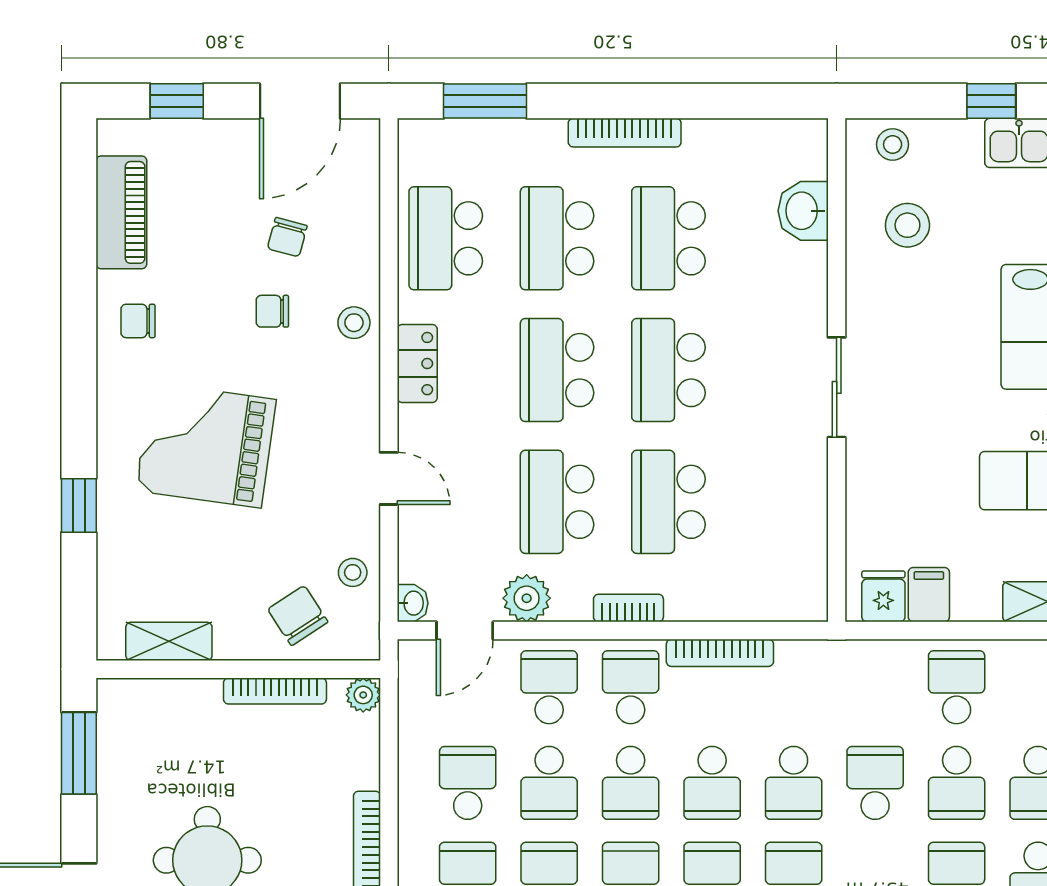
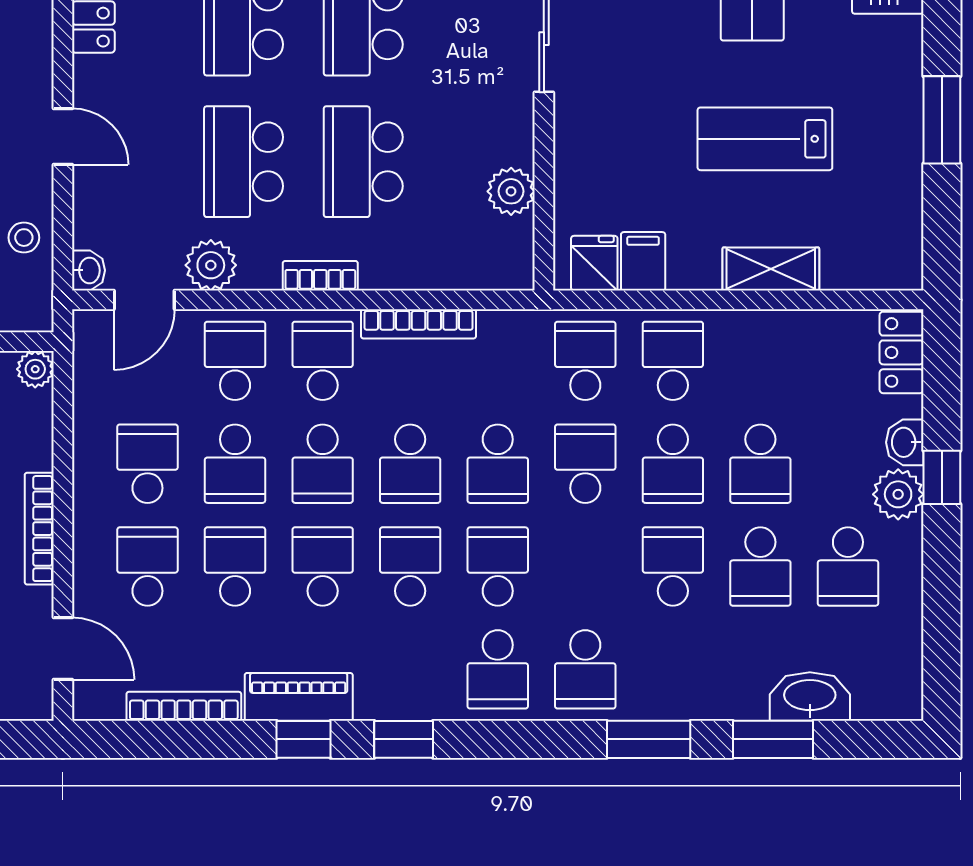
plant: (806, 529) -> (511, 191), added
school desk: (875, 687) -> (585, 361), added

